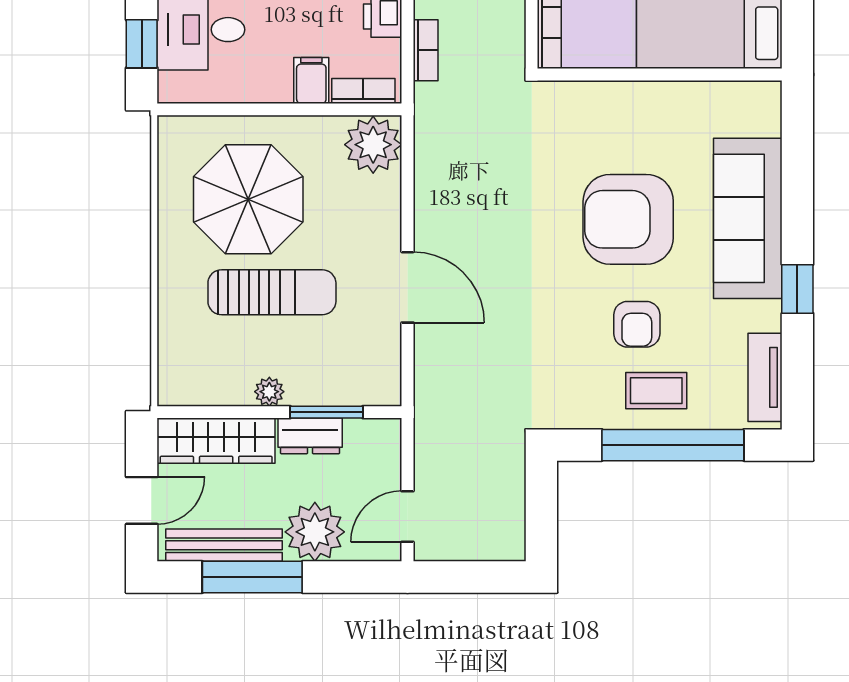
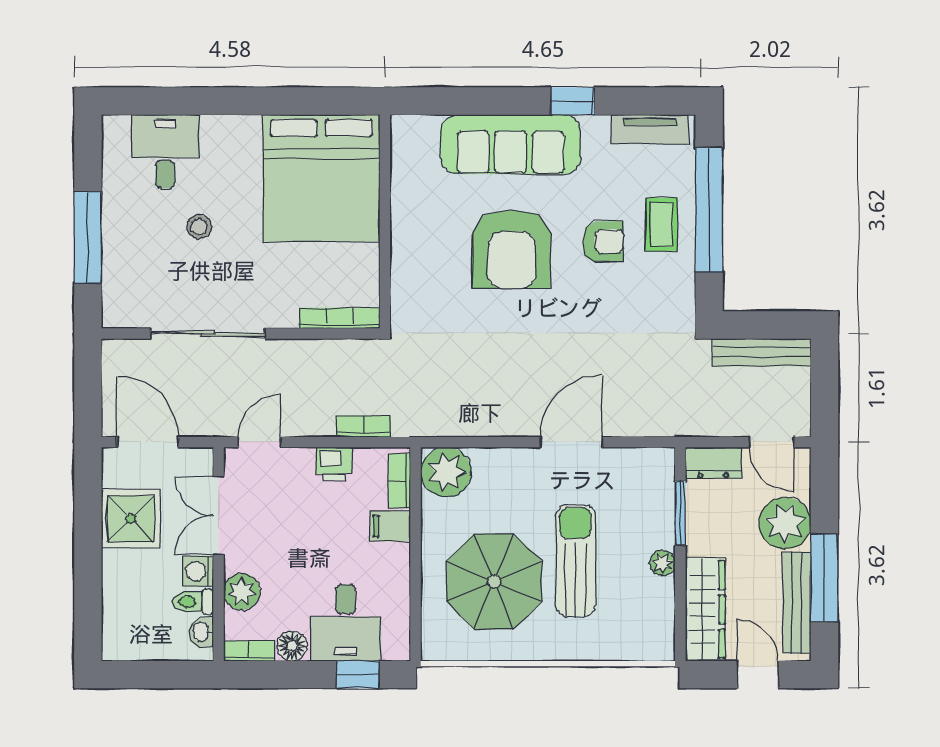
dresser: (310, 436) -> (713, 463), moved, turned 90
bench: (510, 505) -> (762, 352), added

